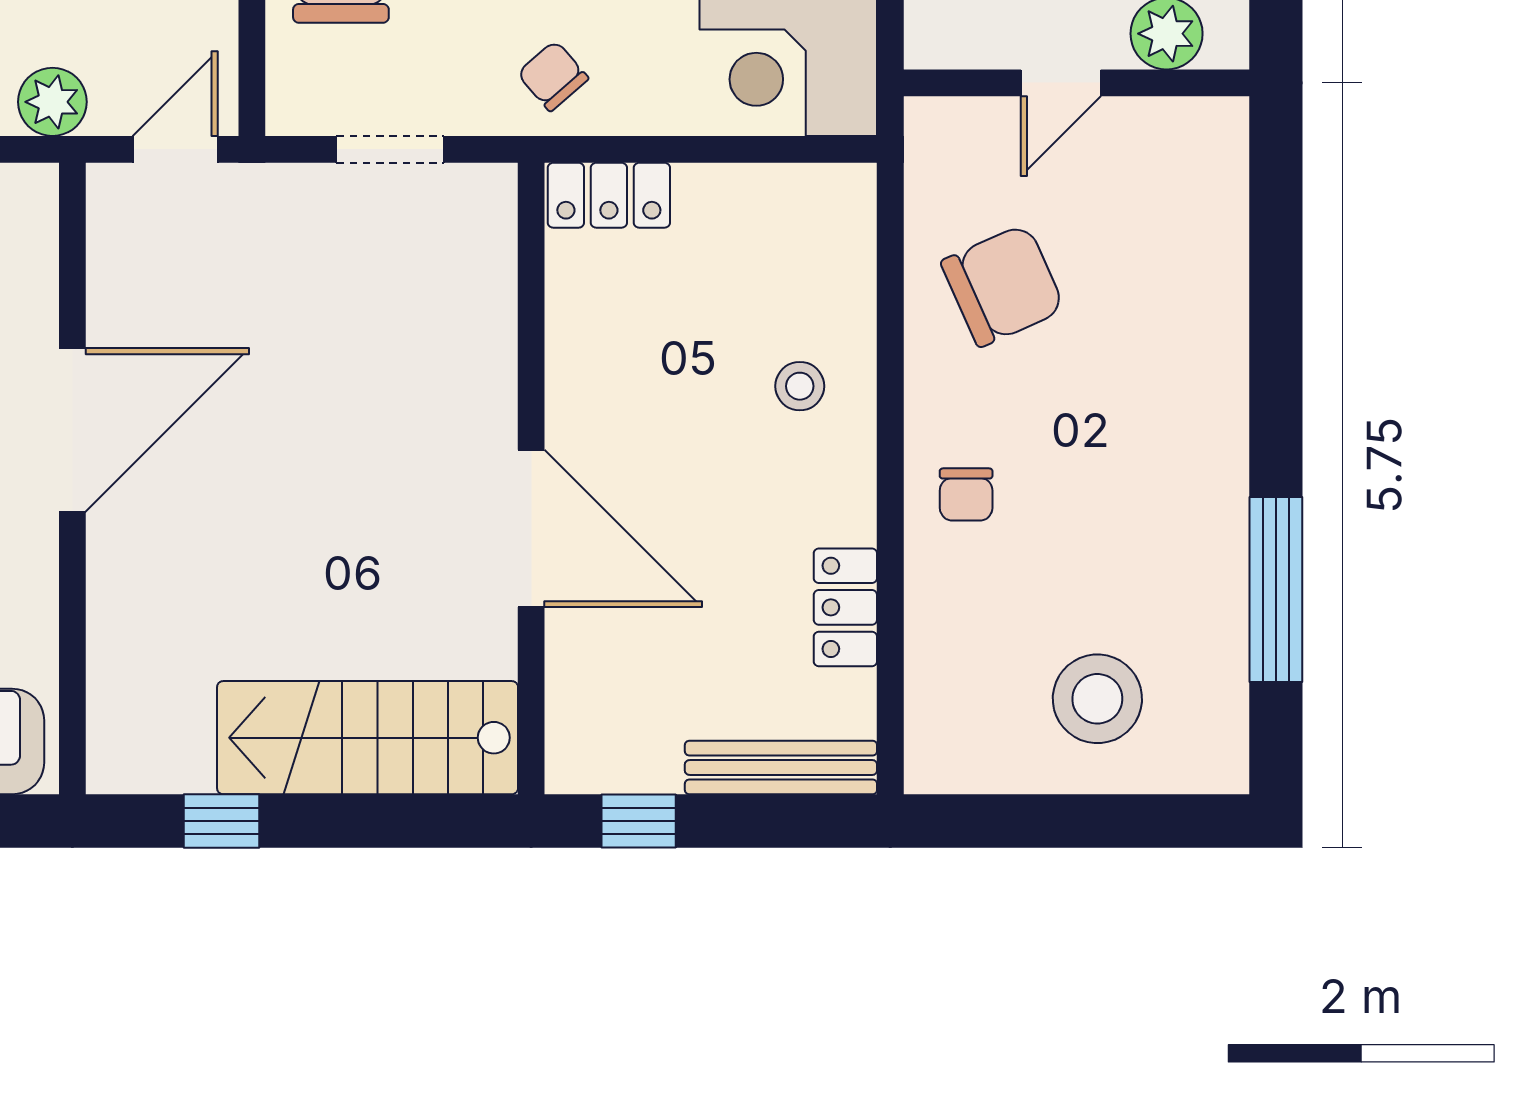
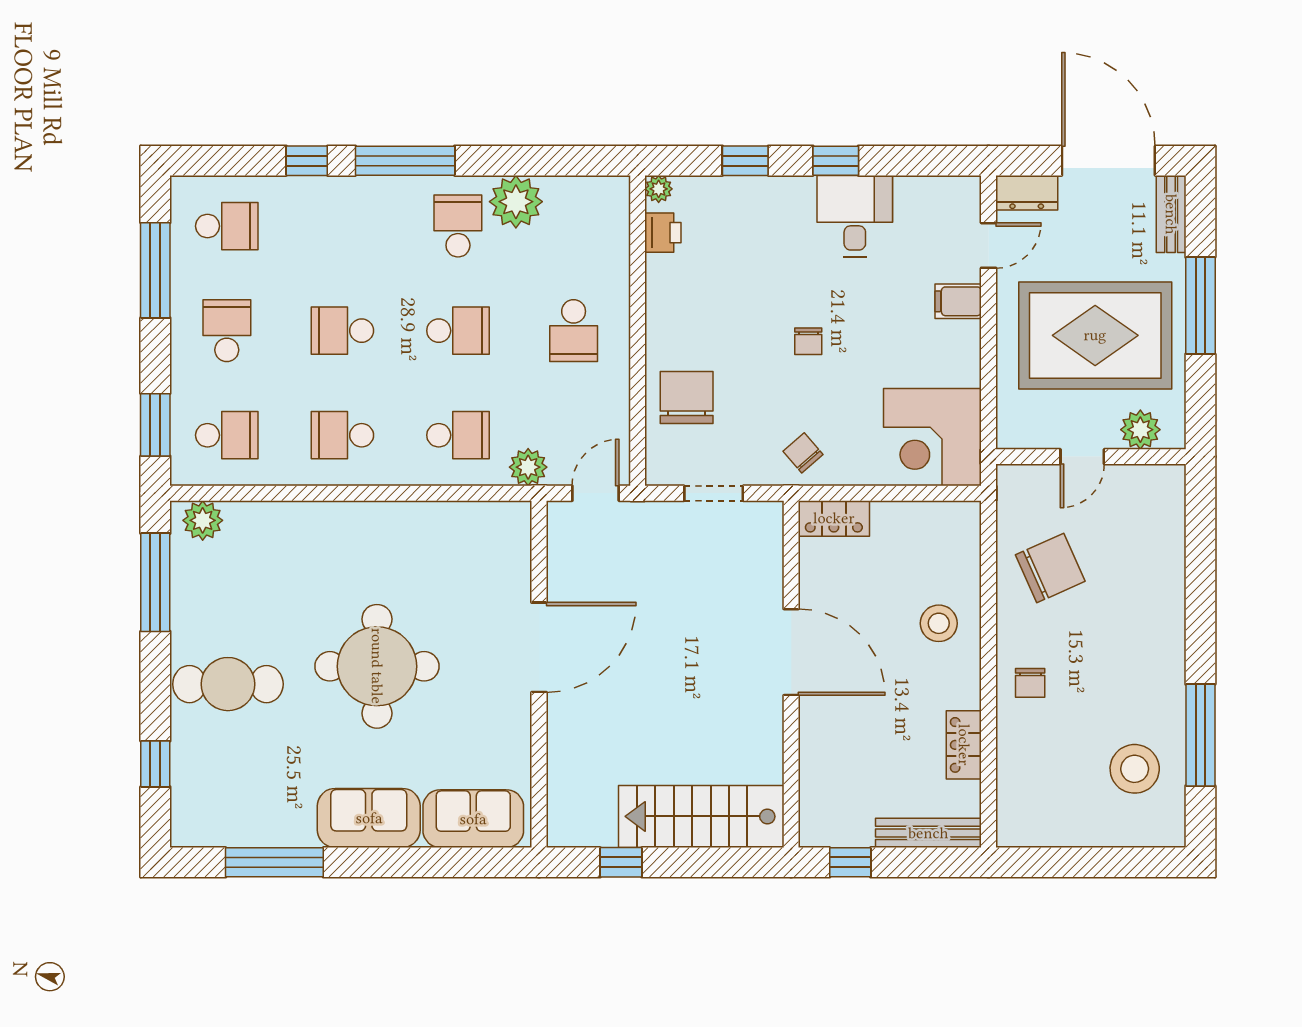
stool: (800, 386) -> (939, 623), width x1.37, depth x1.37
door: (531, 528) -> (791, 652), moved
stool: (1097, 699) -> (1135, 769), moved

